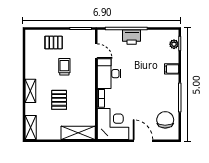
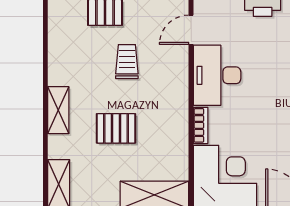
door: (96, 51) -> (191, 30), swing flipped
pallet: (59, 100) -> (116, 128), turned 90

